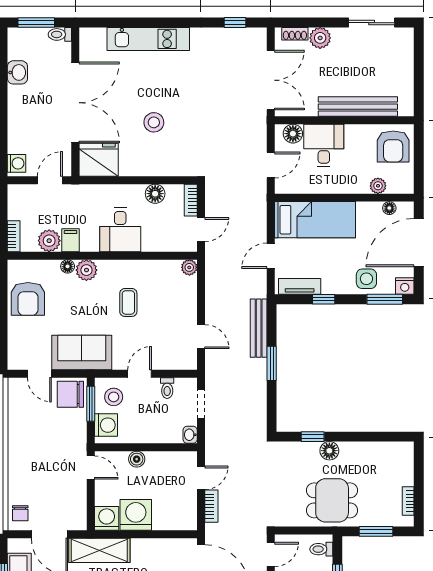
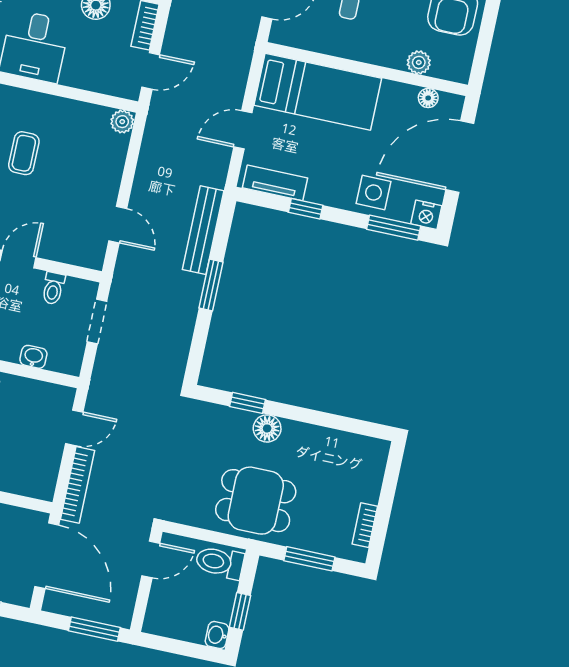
washbasin: (190, 435) -> (33, 357), moved, turned 90
bookcase: (211, 506) -> (78, 485), width x1.56
toilet: (321, 549) -> (220, 562), width x1.37, depth x1.39

